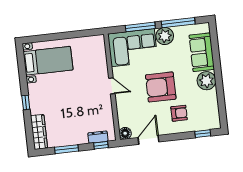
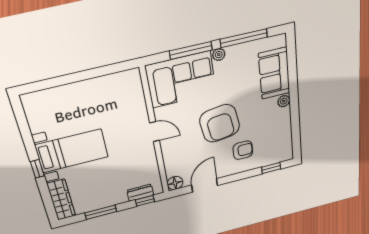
plant: (165, 36) -> (219, 55), width x0.53, depth x0.53
bed with nightstands: (48, 61) -> (72, 151), moved
plant: (206, 81) -> (284, 101), width x0.53, depth x0.53
armchair: (161, 87) -> (220, 123), turned -98

